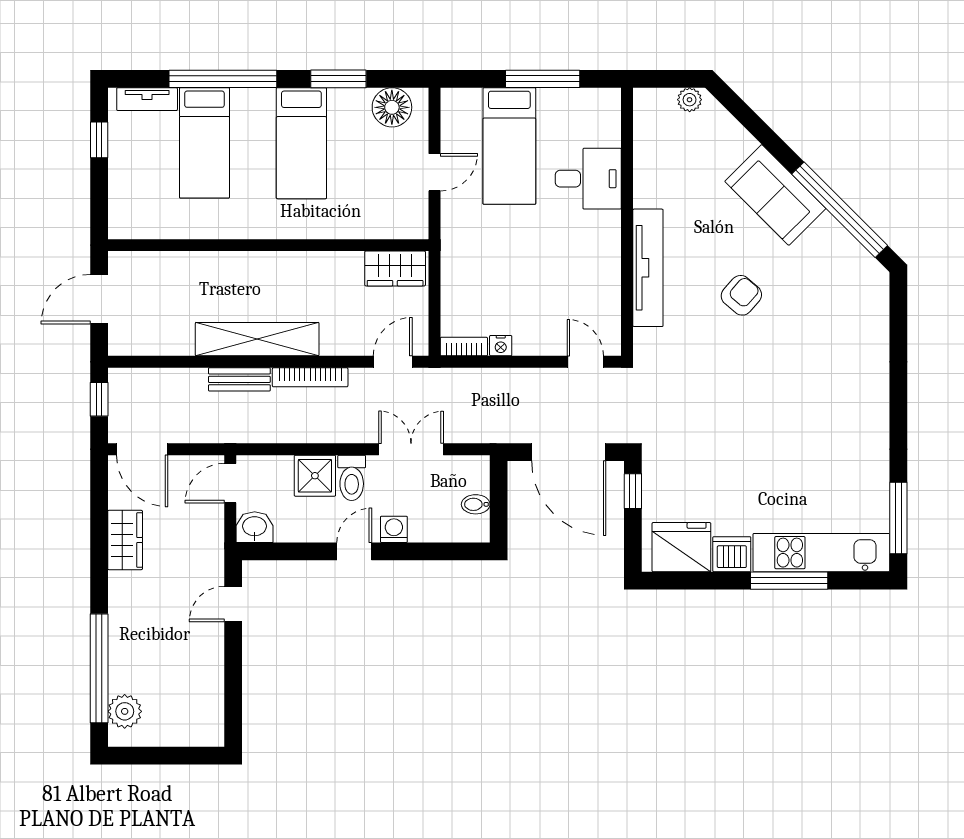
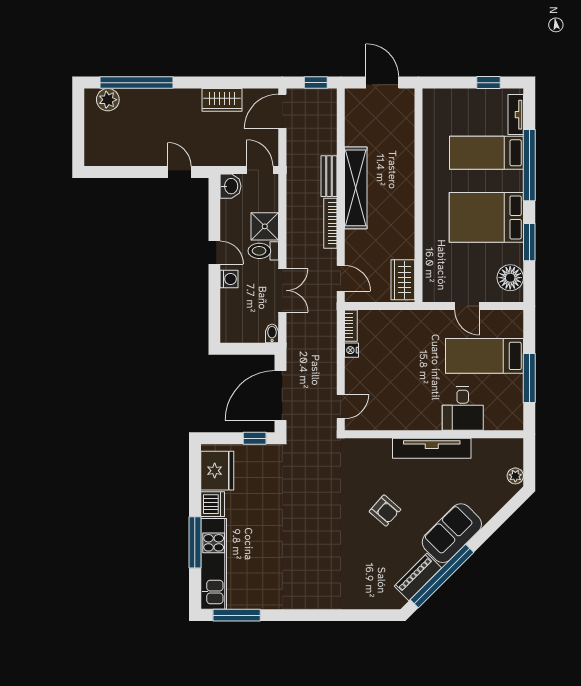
bed: (301, 143) -> (486, 217), width x1.50
piano: (841, 246) -> (418, 577), added
tv unit: (648, 268) -> (432, 448), moved
bidet: (476, 504) -> (272, 333), moved

